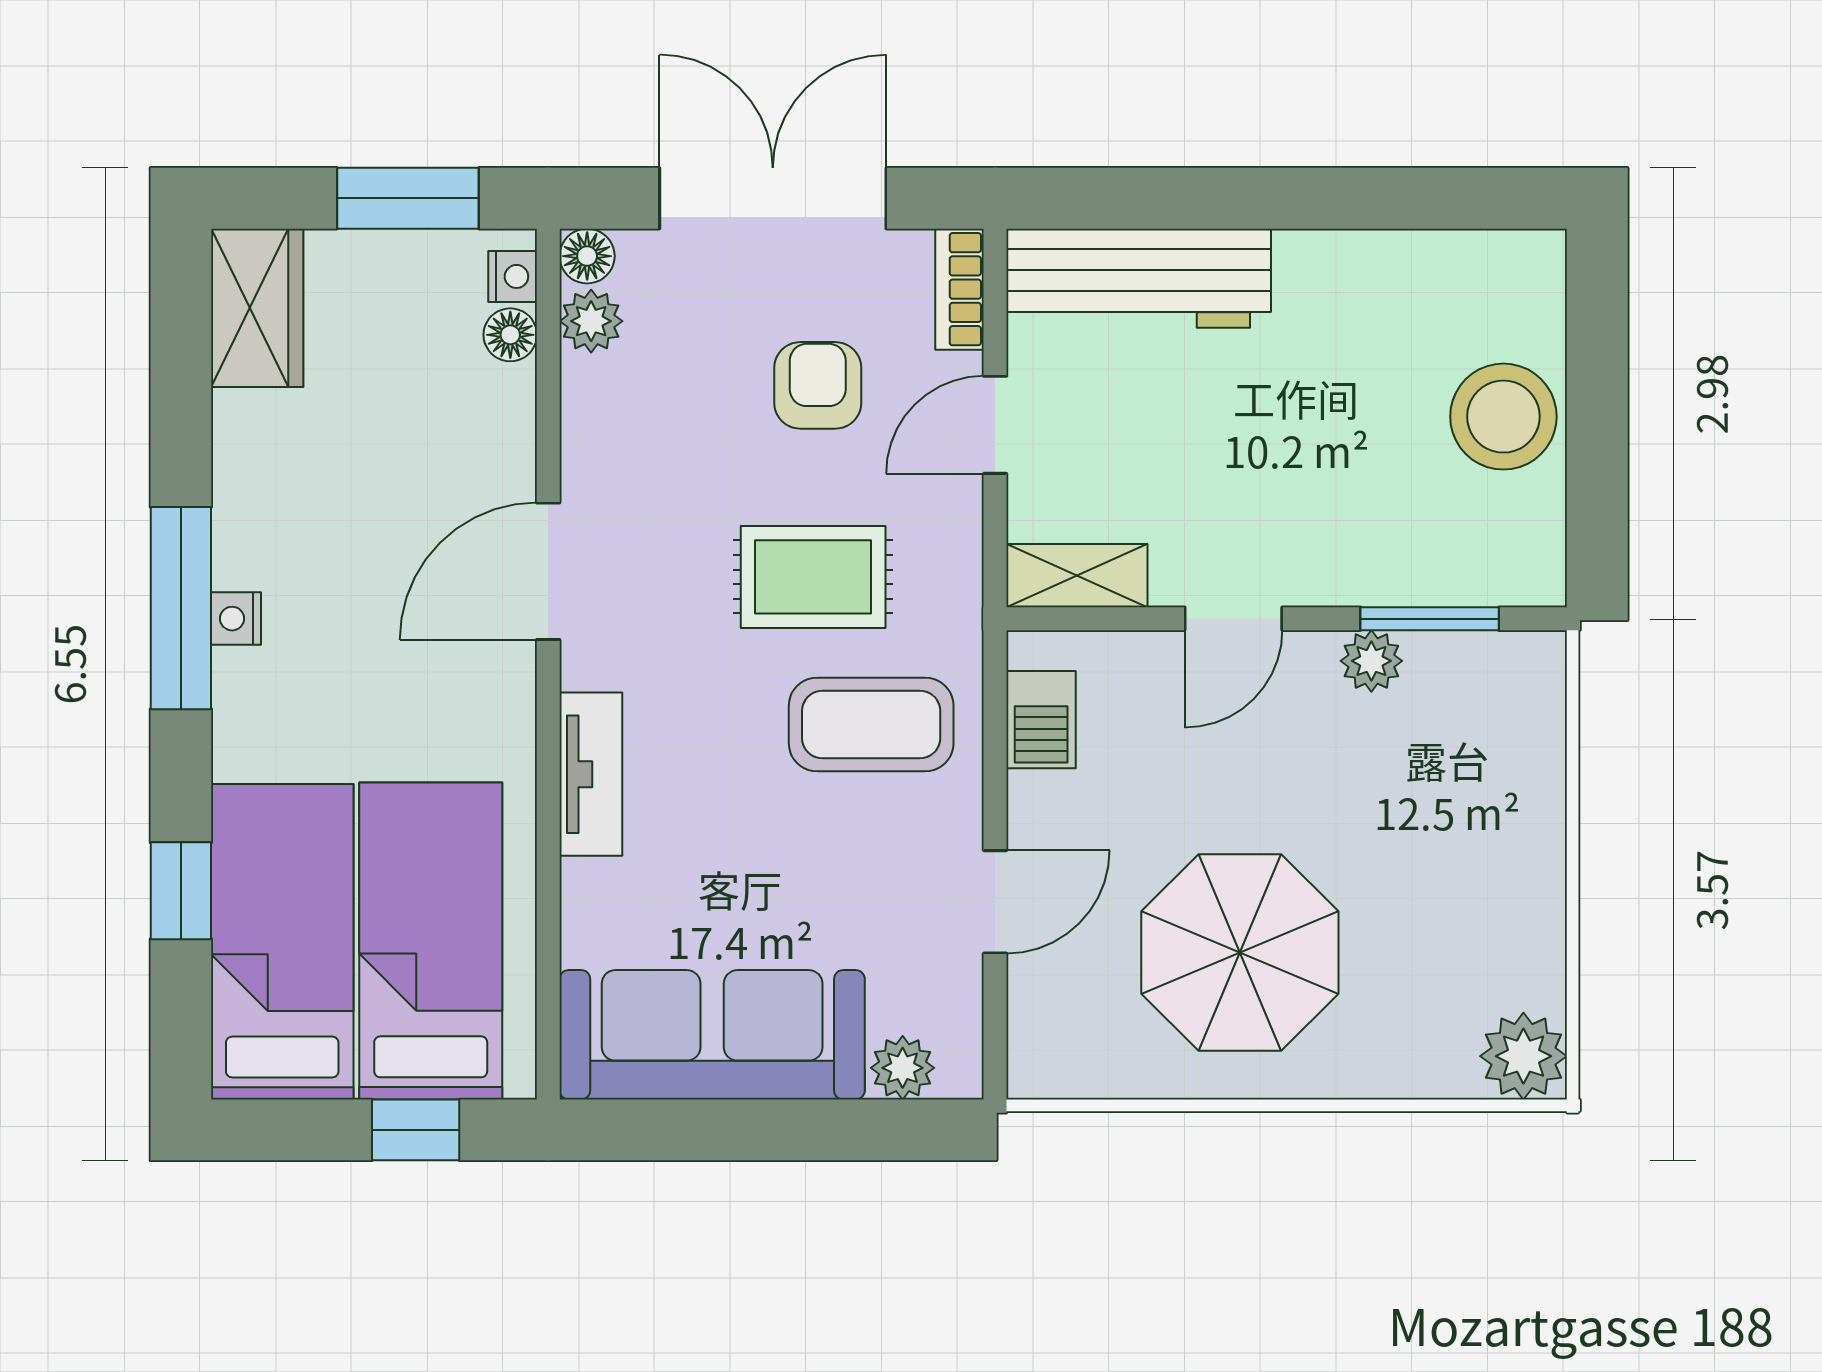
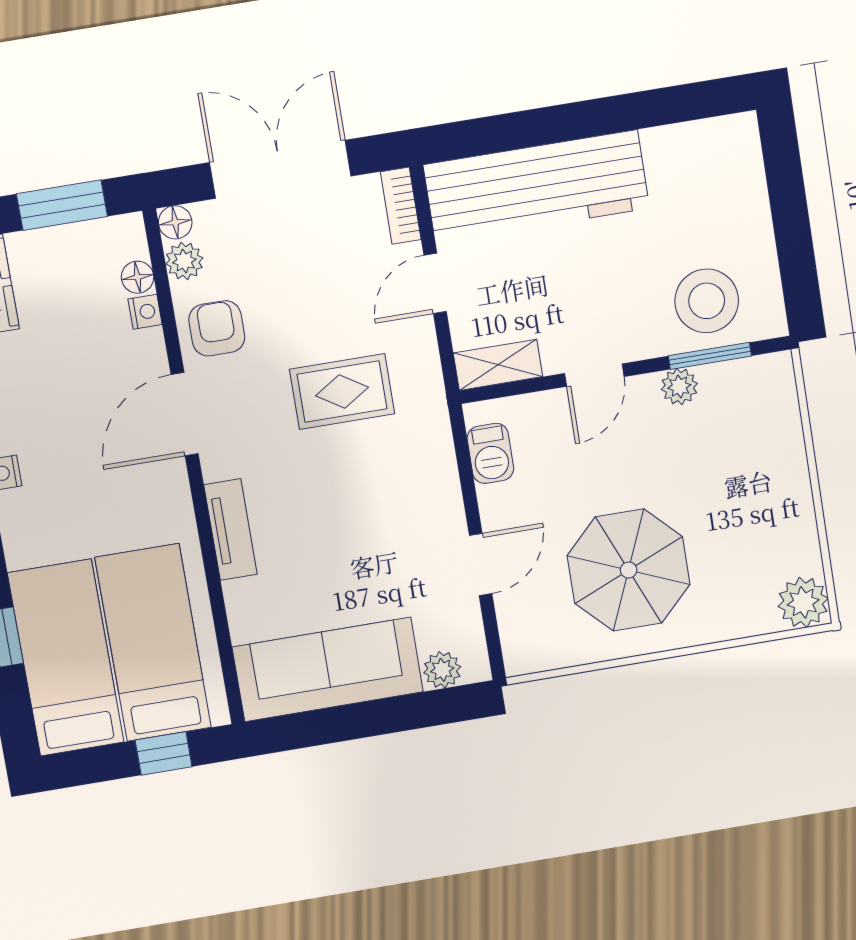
nightstand: (513, 276) -> (145, 312), moved
workbench: (1139, 278) -> (536, 186), width x1.36, depth x1.32
armchair: (818, 385) -> (217, 328), moved
stool: (1503, 417) -> (707, 301), moved
coffee table: (871, 725) -> (391, 473), removed

